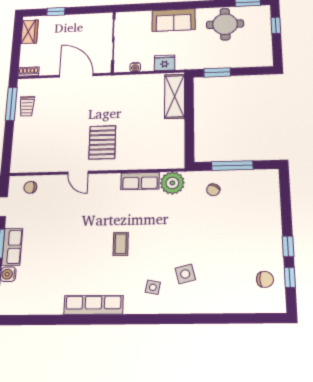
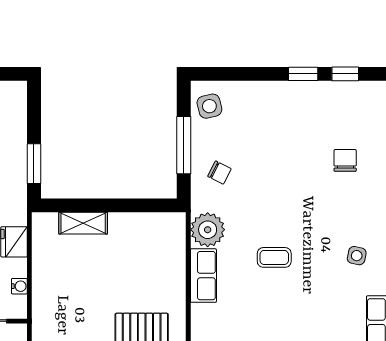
shelving: (175, 96) -> (83, 223), width x0.67, depth x0.75
coffee table: (121, 244) -> (274, 257), moved
side table: (185, 274) -> (209, 106), moved
chair: (265, 279) -> (345, 160), moved

